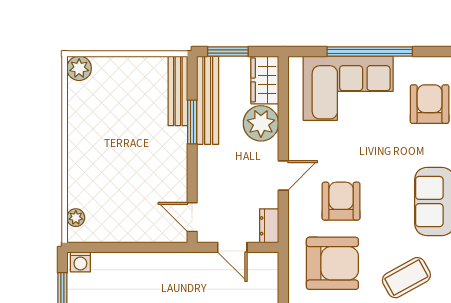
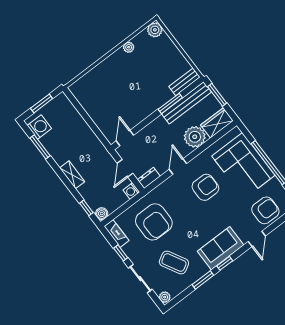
bench: (178, 91) -> (184, 82), width x0.73
door: (283, 176) -> (178, 166), swing flipped
armchair: (341, 201) -> (205, 187), moved
plant: (76, 218) -> (129, 47), moved
washing machine: (80, 262) -> (131, 191), moved

